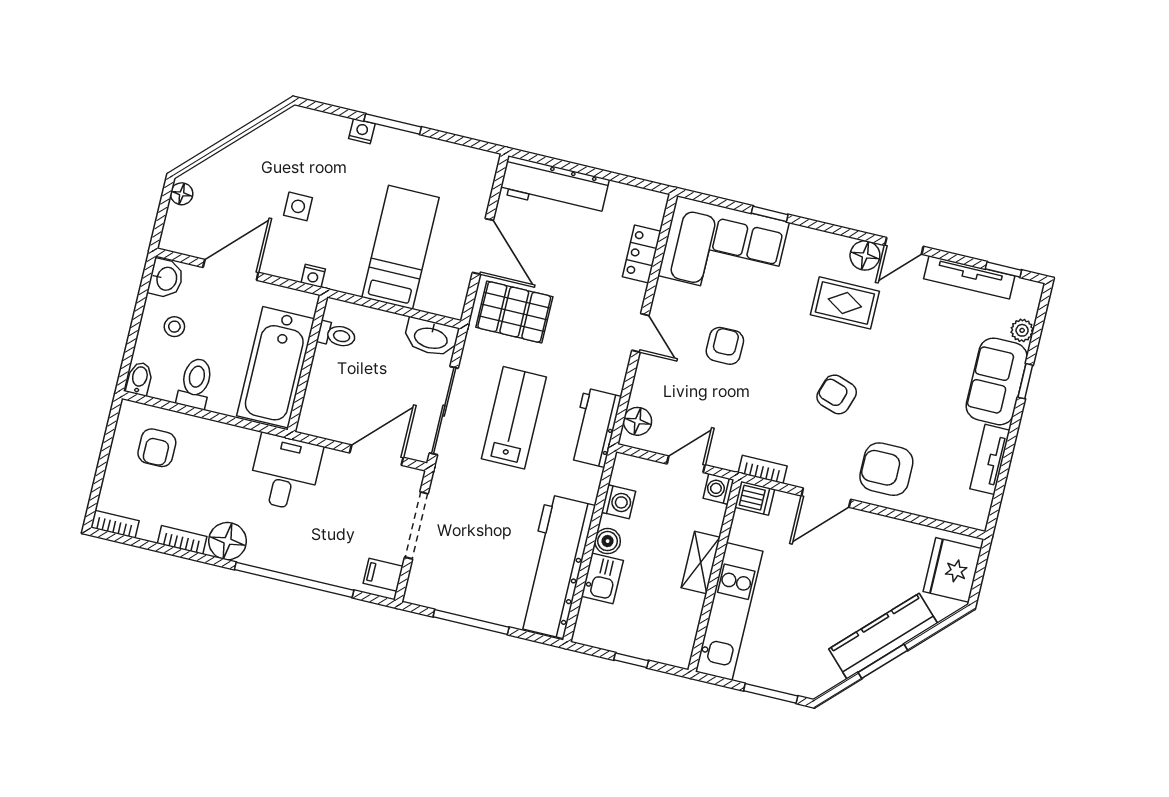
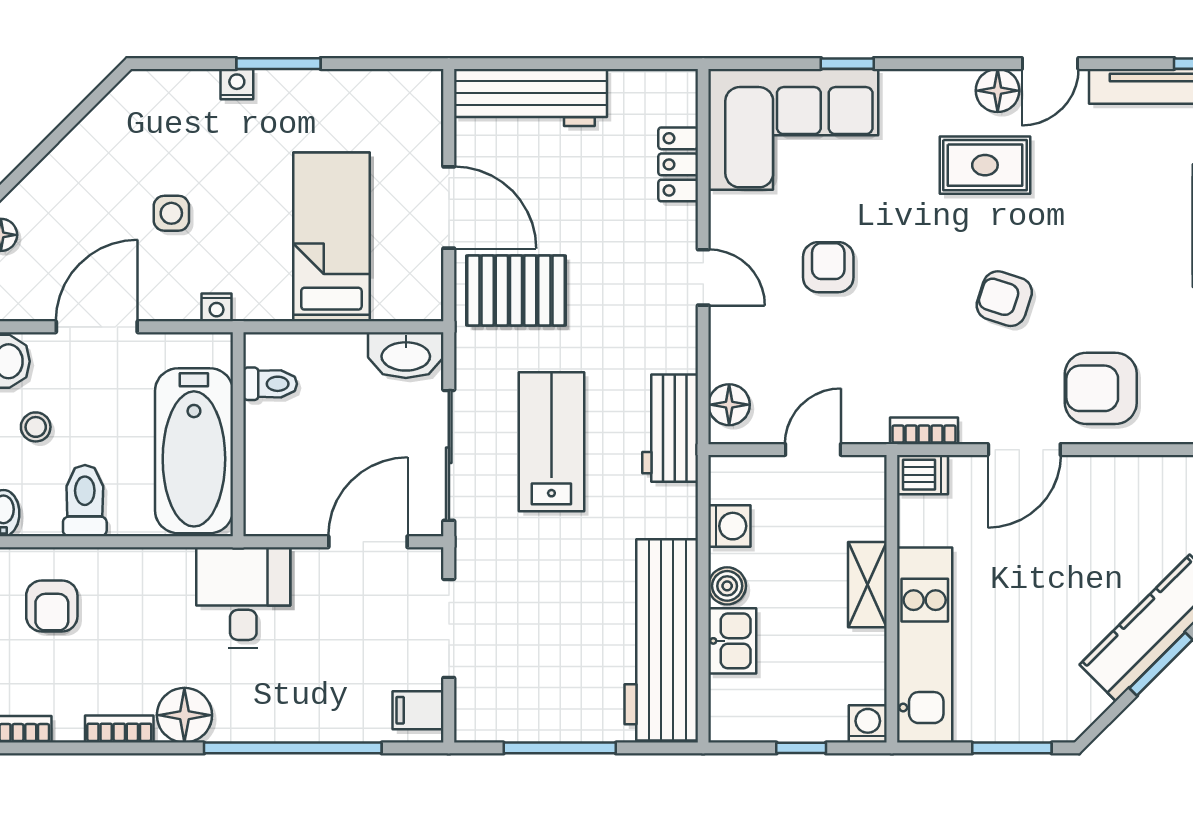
washing machine: (718, 489) -> (868, 724), moved, turned 90

